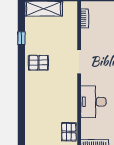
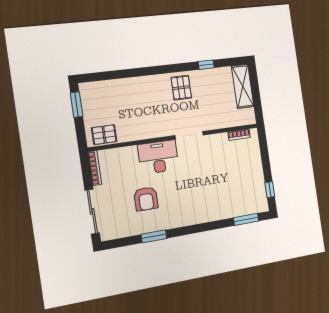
desk: (93, 102) -> (158, 157), moved

